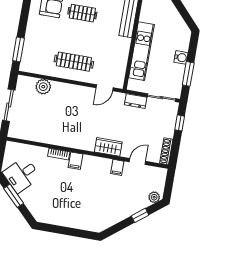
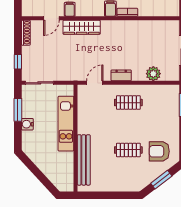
clothes rail: (74, 62) -> (128, 103), width x0.73
dresser: (136, 101) -> (121, 75), moved
wardrobe: (108, 147) -> (82, 27), width x1.50

